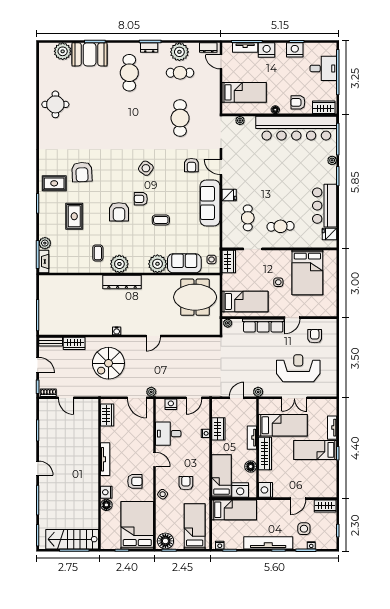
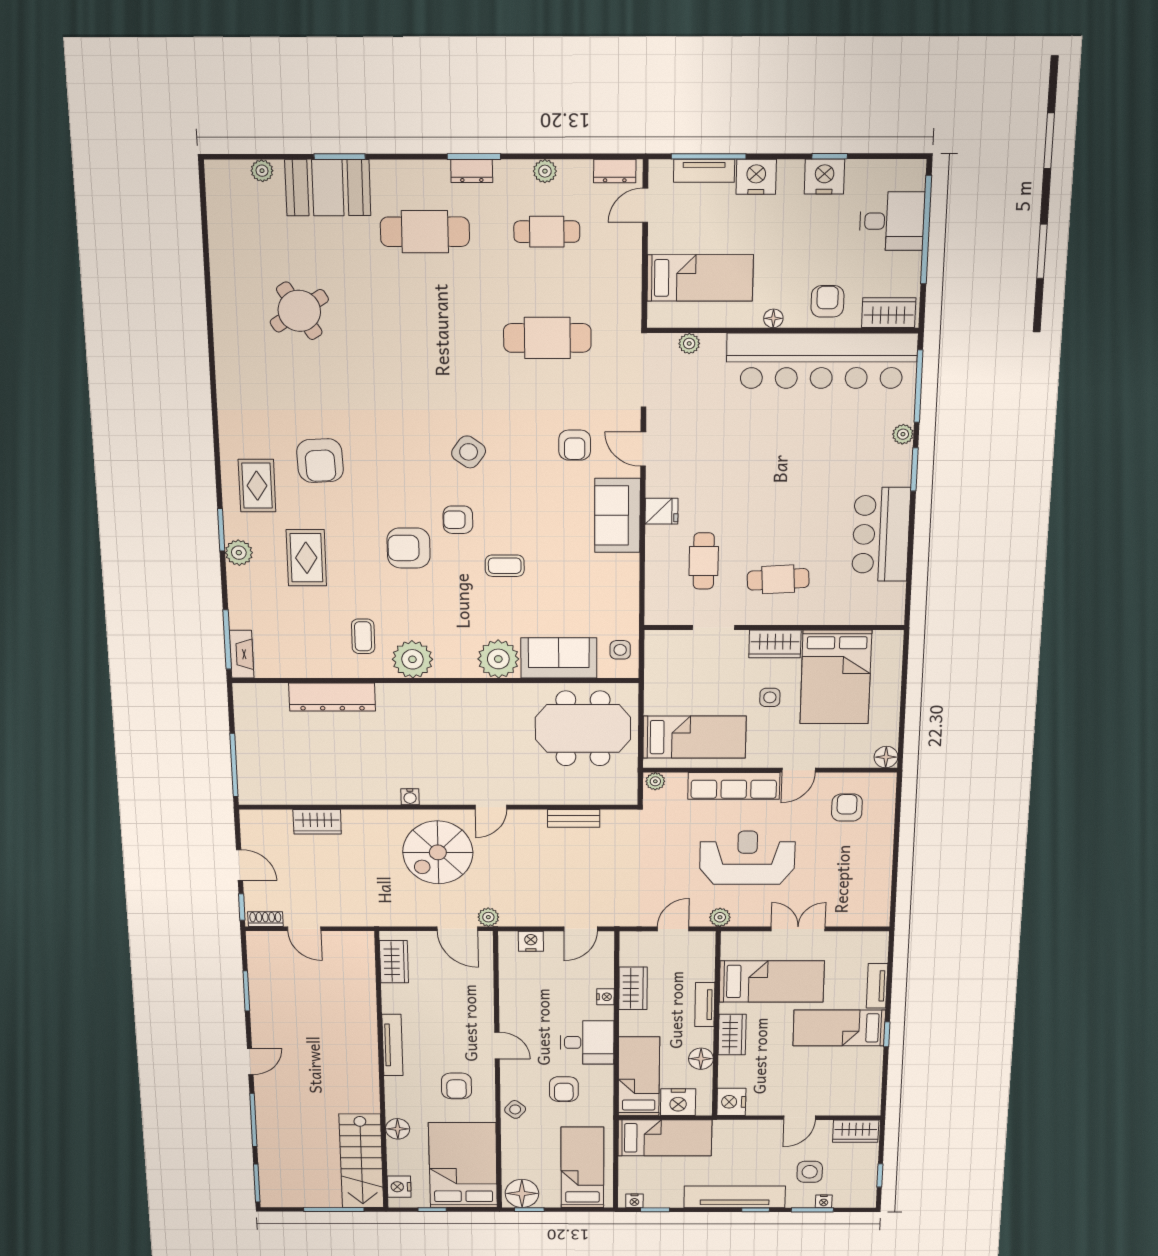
plant: (63, 51) -> (262, 171), width x0.53, depth x0.53
plant: (179, 52) -> (545, 171), width x0.53, depth x0.53
door: (221, 62) -> (645, 205), hinge flipped
cafe table: (129, 73) -> (425, 232), turned 90
armchair: (298, 102) -> (827, 301), turned 90
round table: (55, 104) -> (299, 311), moved, turned -32
cafe table: (180, 118) -> (547, 338), turned 90
rug: (54, 183) -> (257, 486), turned 90
sofa: (210, 203) -> (617, 515), width x0.73
armchair: (119, 212) -> (409, 548), turned 90
fridge: (330, 234) -> (889, 596), removed
plant: (45, 243) -> (239, 553), moved
wardrobe: (229, 261) -> (775, 644), moved, turned 90
dresser: (122, 282) -> (332, 697), moved
floor lamp: (331, 311) -> (886, 757), added
bench: (51, 342) -> (574, 818), moved
spiral stairs: (108, 363) -> (438, 852), moved
reception desk: (298, 368) -> (747, 858), moved
double door: (294, 398) -> (798, 929), swing flipped
desk: (168, 434) -> (587, 1042), moved, turned 180
wardrobe: (265, 453) -> (732, 1035), width x0.67
door: (38, 468) -> (250, 1061), hinge flipped
armchair: (135, 481) -> (456, 1086), turned 90
armchair: (186, 483) -> (564, 1089), turned 180
nightstand: (106, 492) -> (399, 1187), moved
stairs: (72, 539) -> (361, 1161), moved, turned -90

